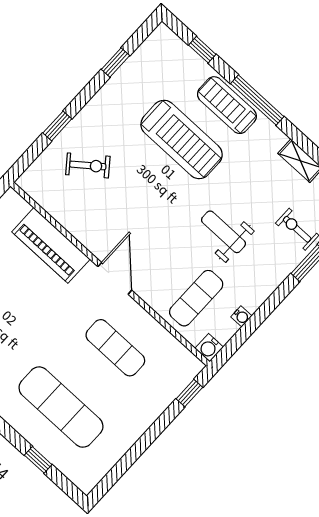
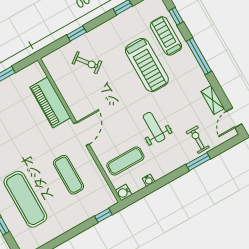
treadmill: (227, 105) -> (166, 36), moved

